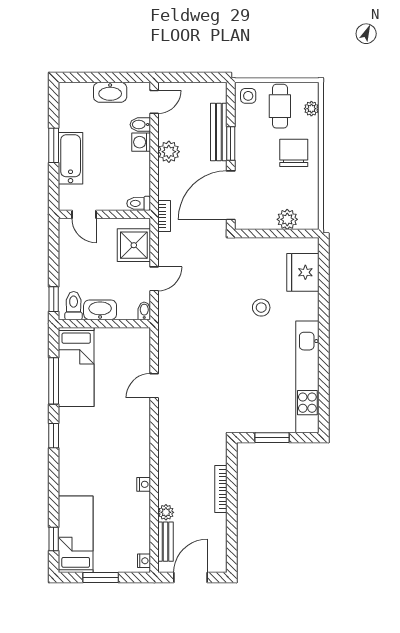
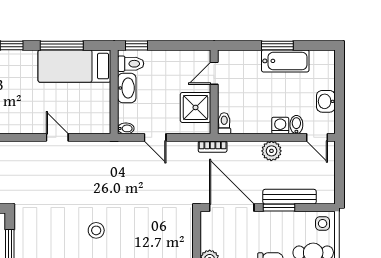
washbasin: (110, 92) -> (326, 101), width x0.72
bathtub: (71, 158) -> (285, 61), moved
shower: (134, 245) -> (196, 107), moved
stool: (261, 308) -> (96, 230), moved

